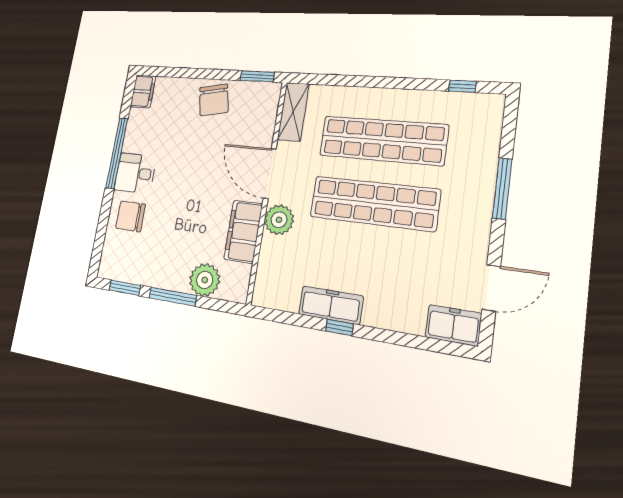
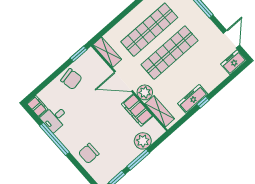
desk: (135, 173) -> (55, 118), moved
shelving: (269, 268) -> (160, 111), added

